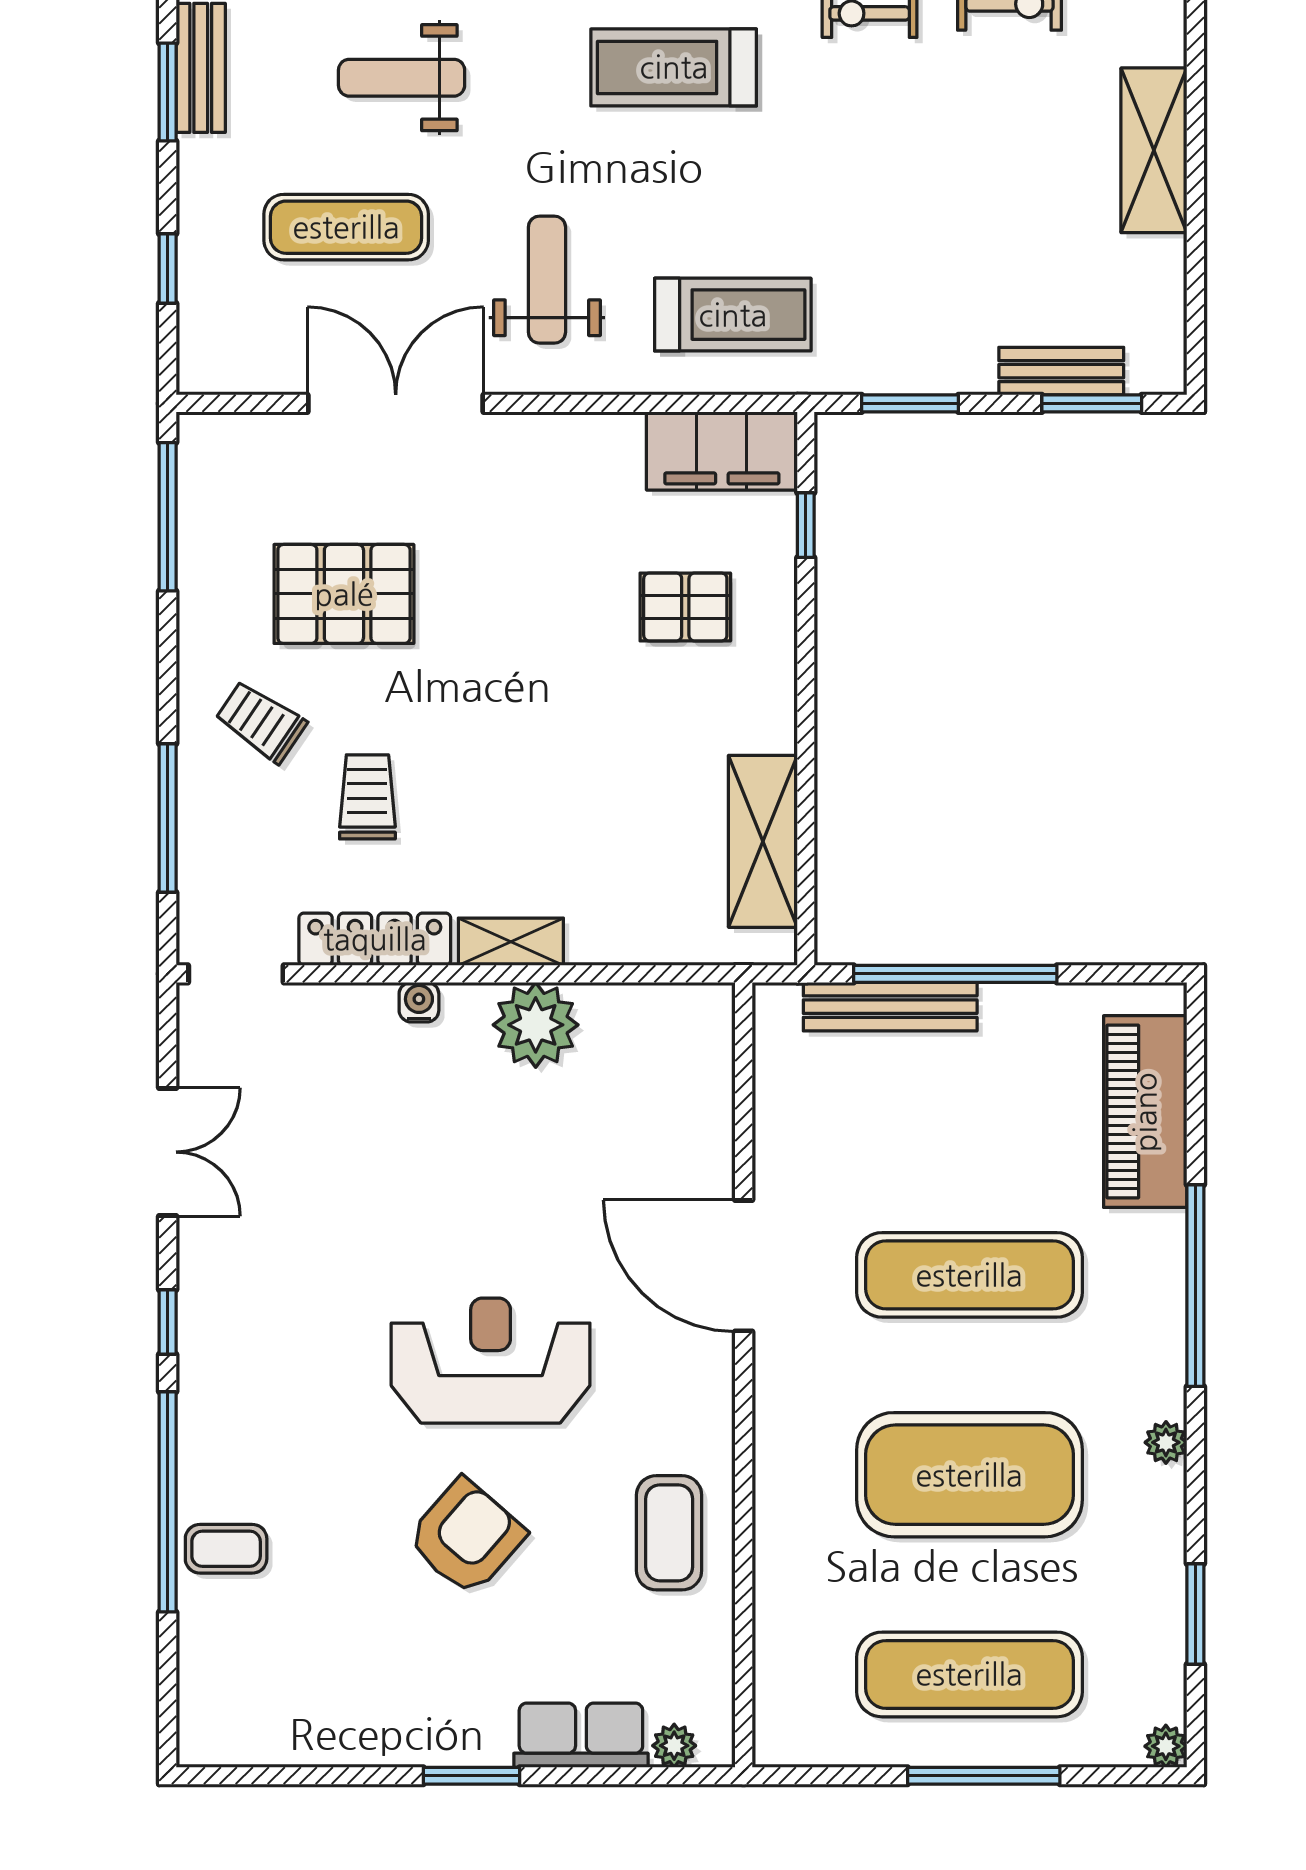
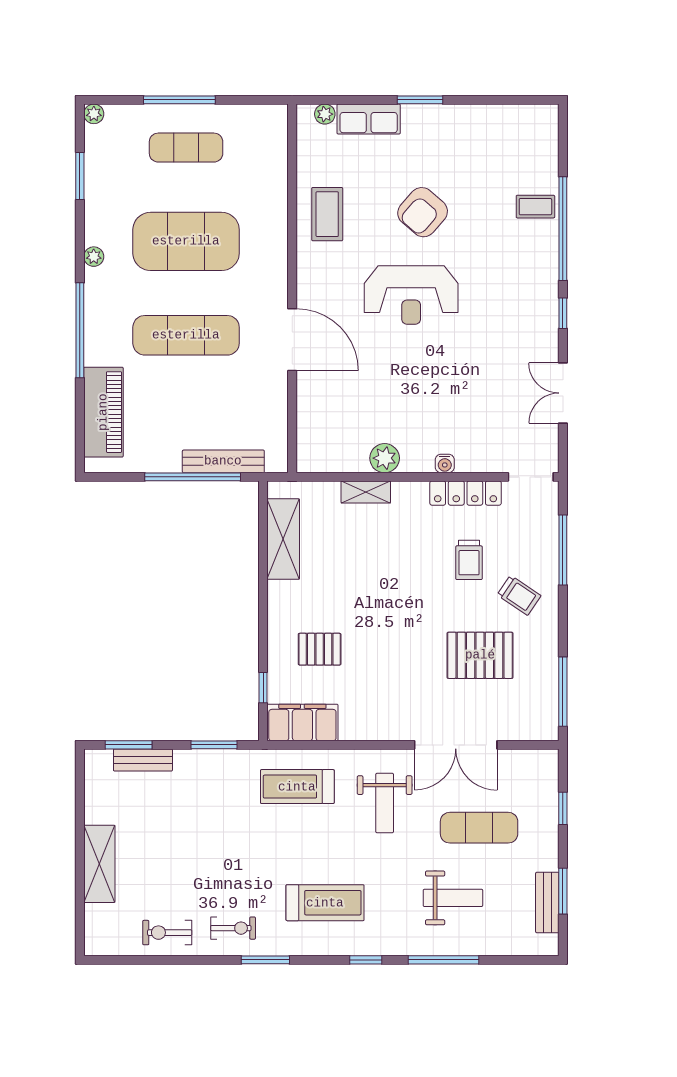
shelving: (511, 942) -> (366, 492), moved
plant: (536, 1025) -> (385, 458), width x0.73, depth x0.73
exercise mat: (969, 1674) -> (186, 148), width x0.73, depth x0.69

